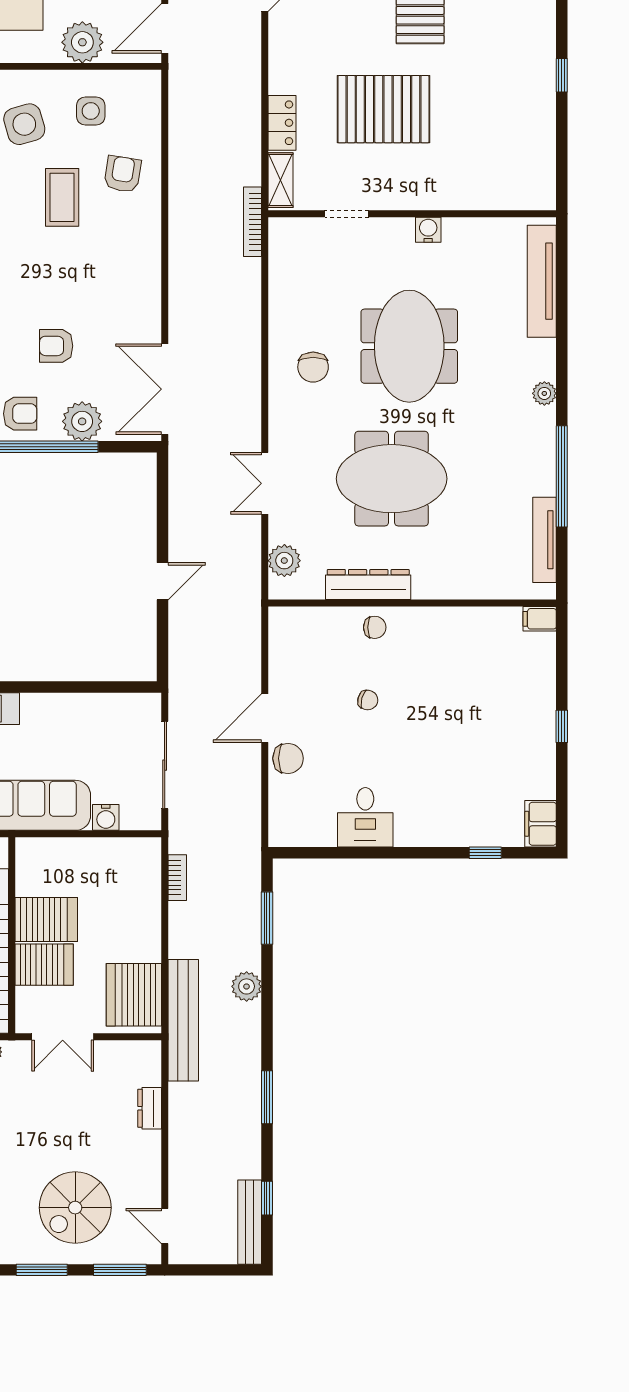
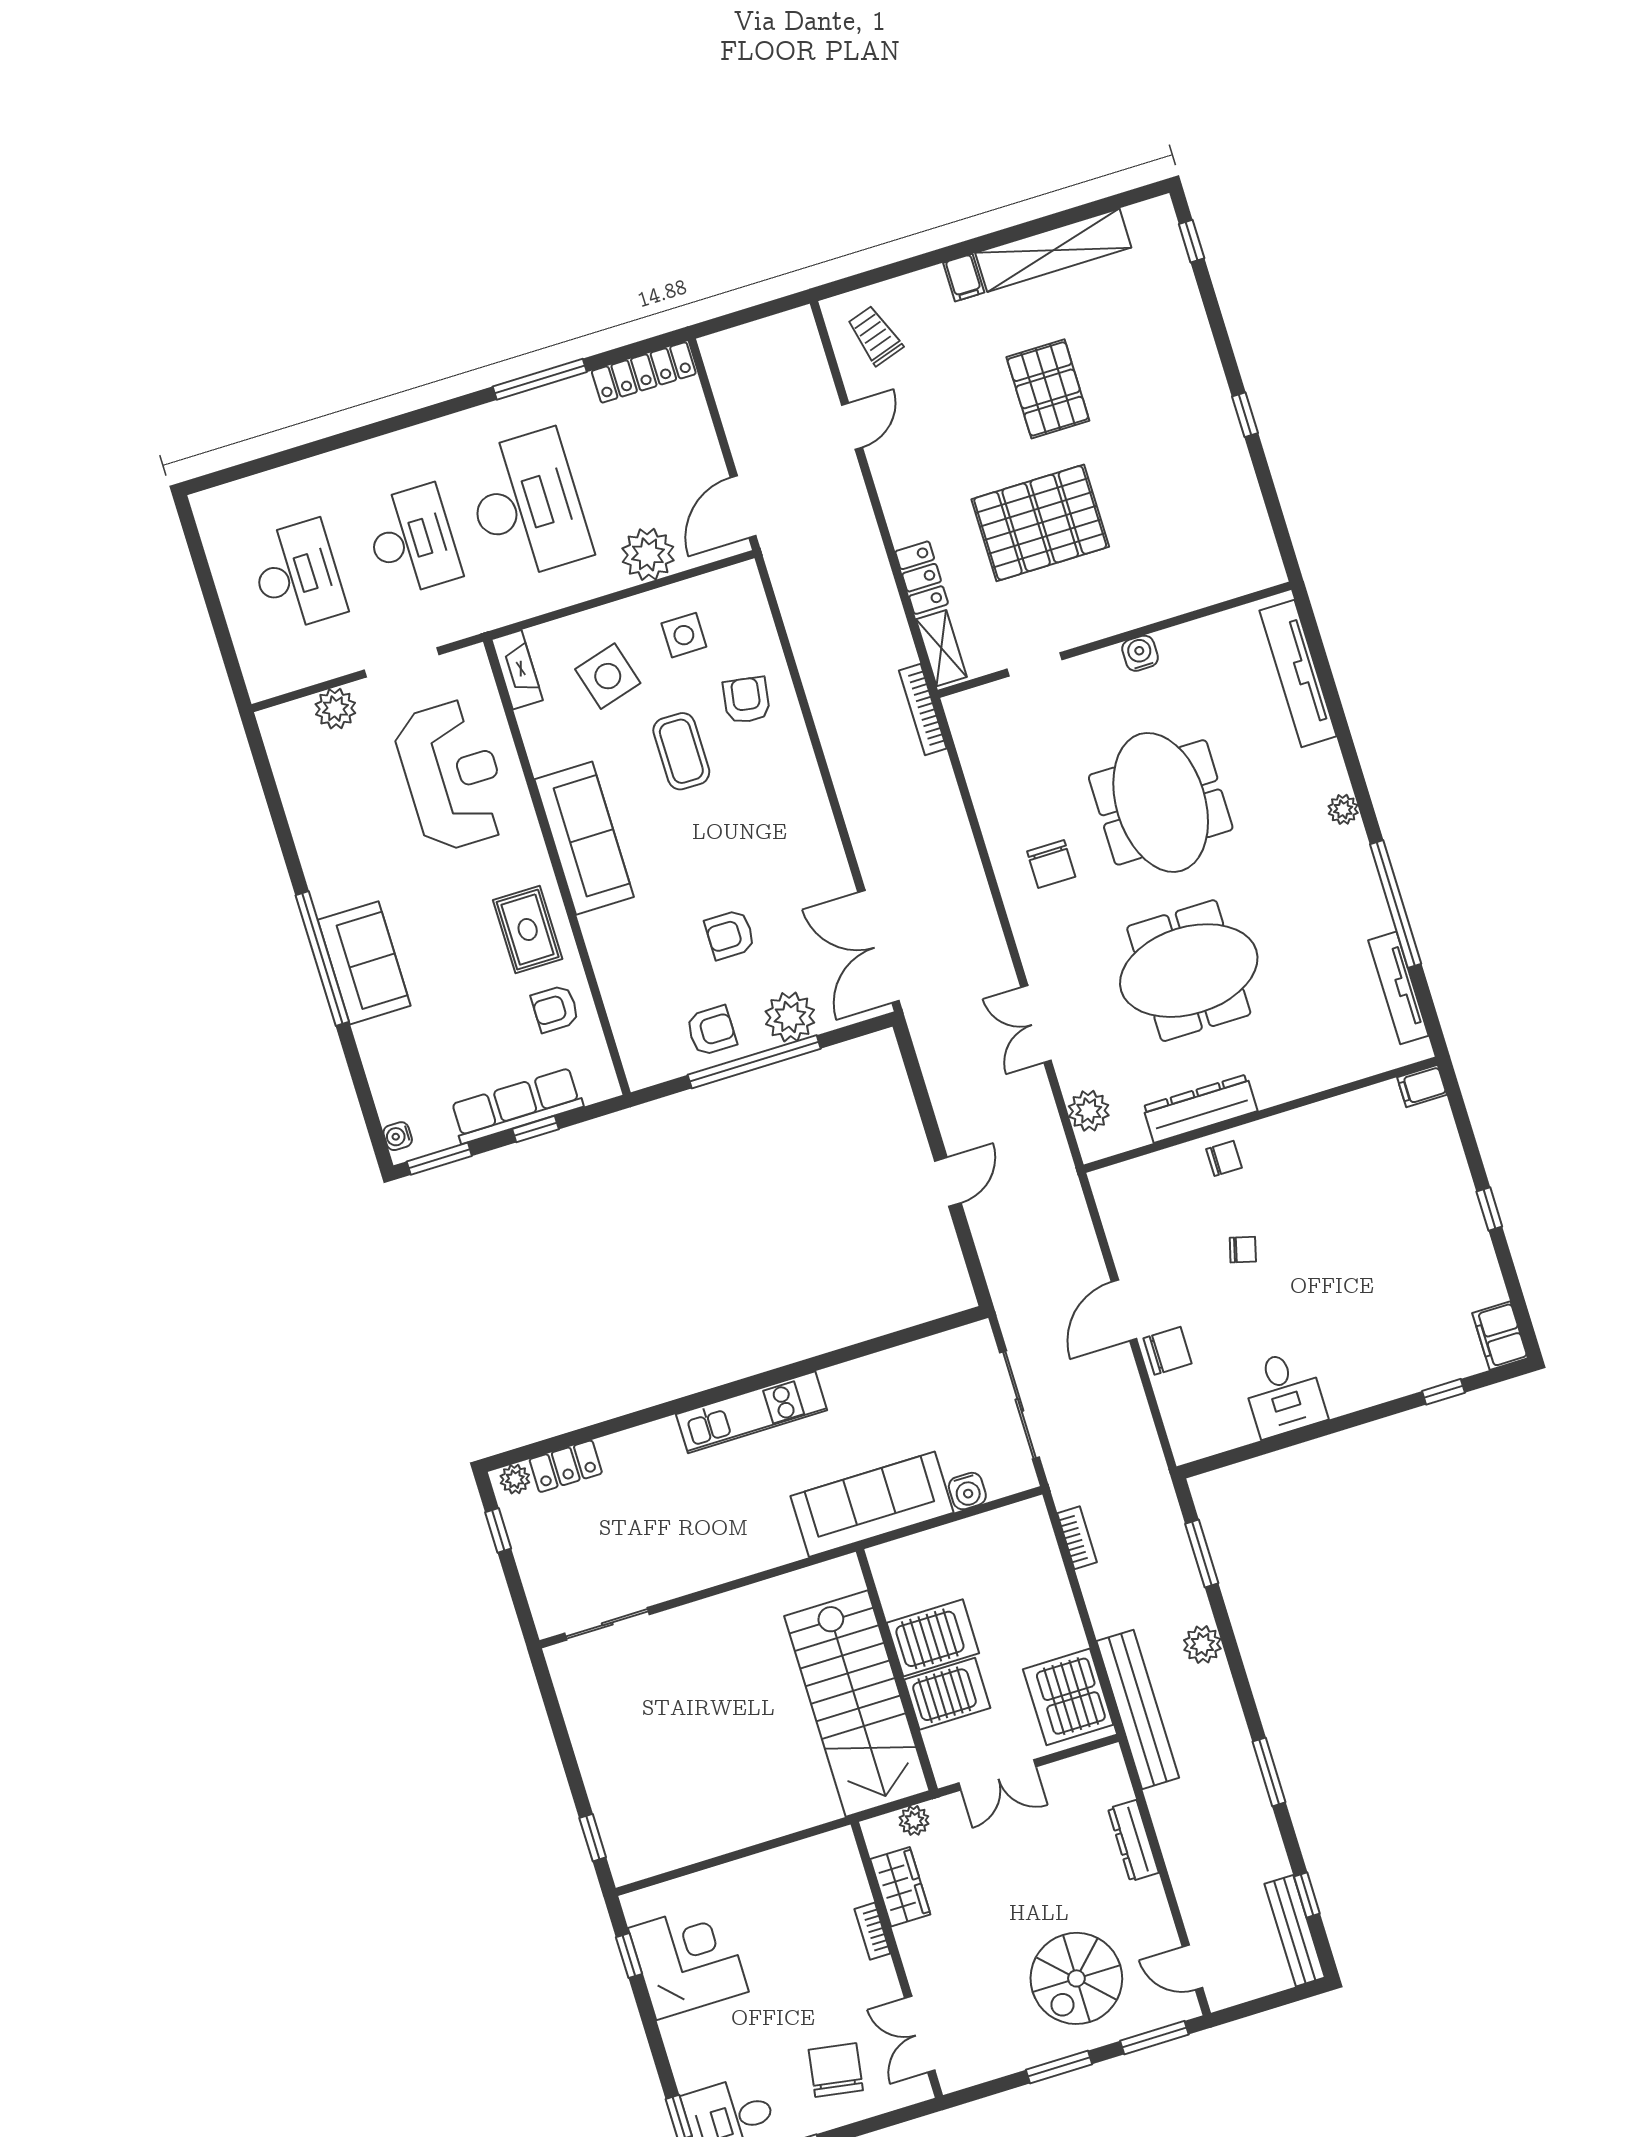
dresser: (150, 1108) -> (1133, 1841), width x1.44

